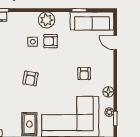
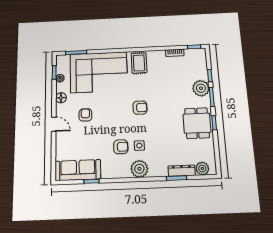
plant: (47, 20) -> (139, 169), moved
door: (115, 43) -> (54, 124), moved
armchair: (30, 79) -> (140, 108), turned 81

